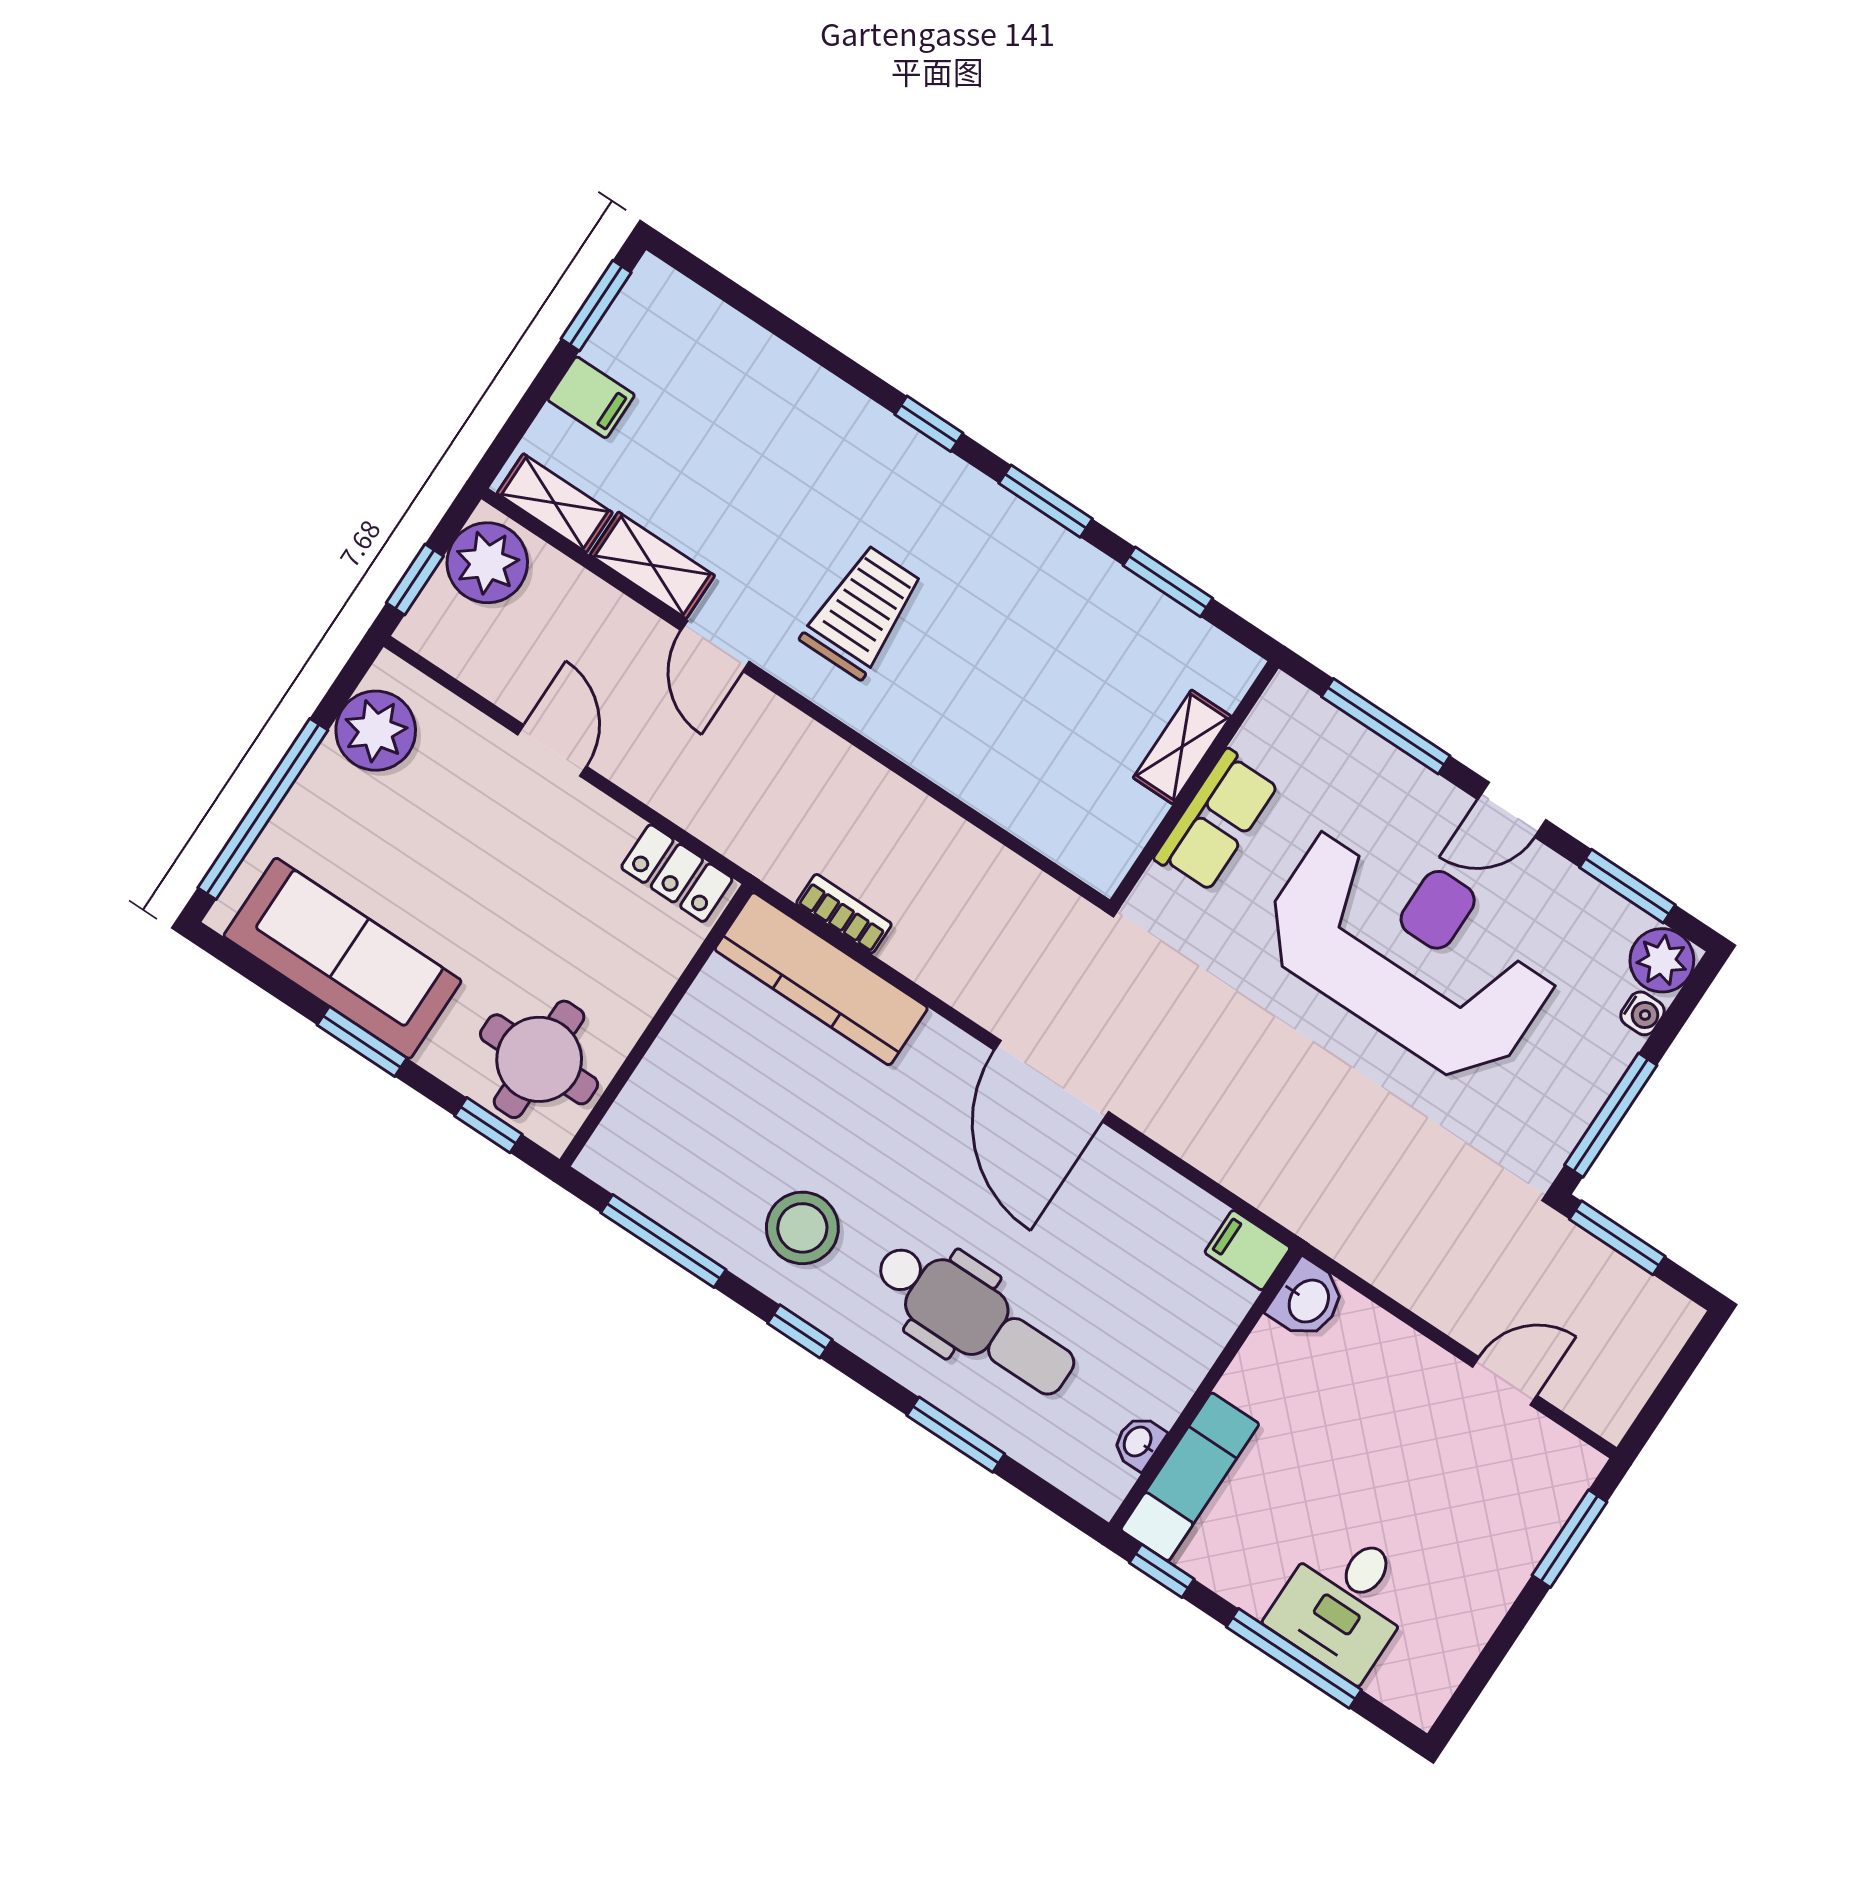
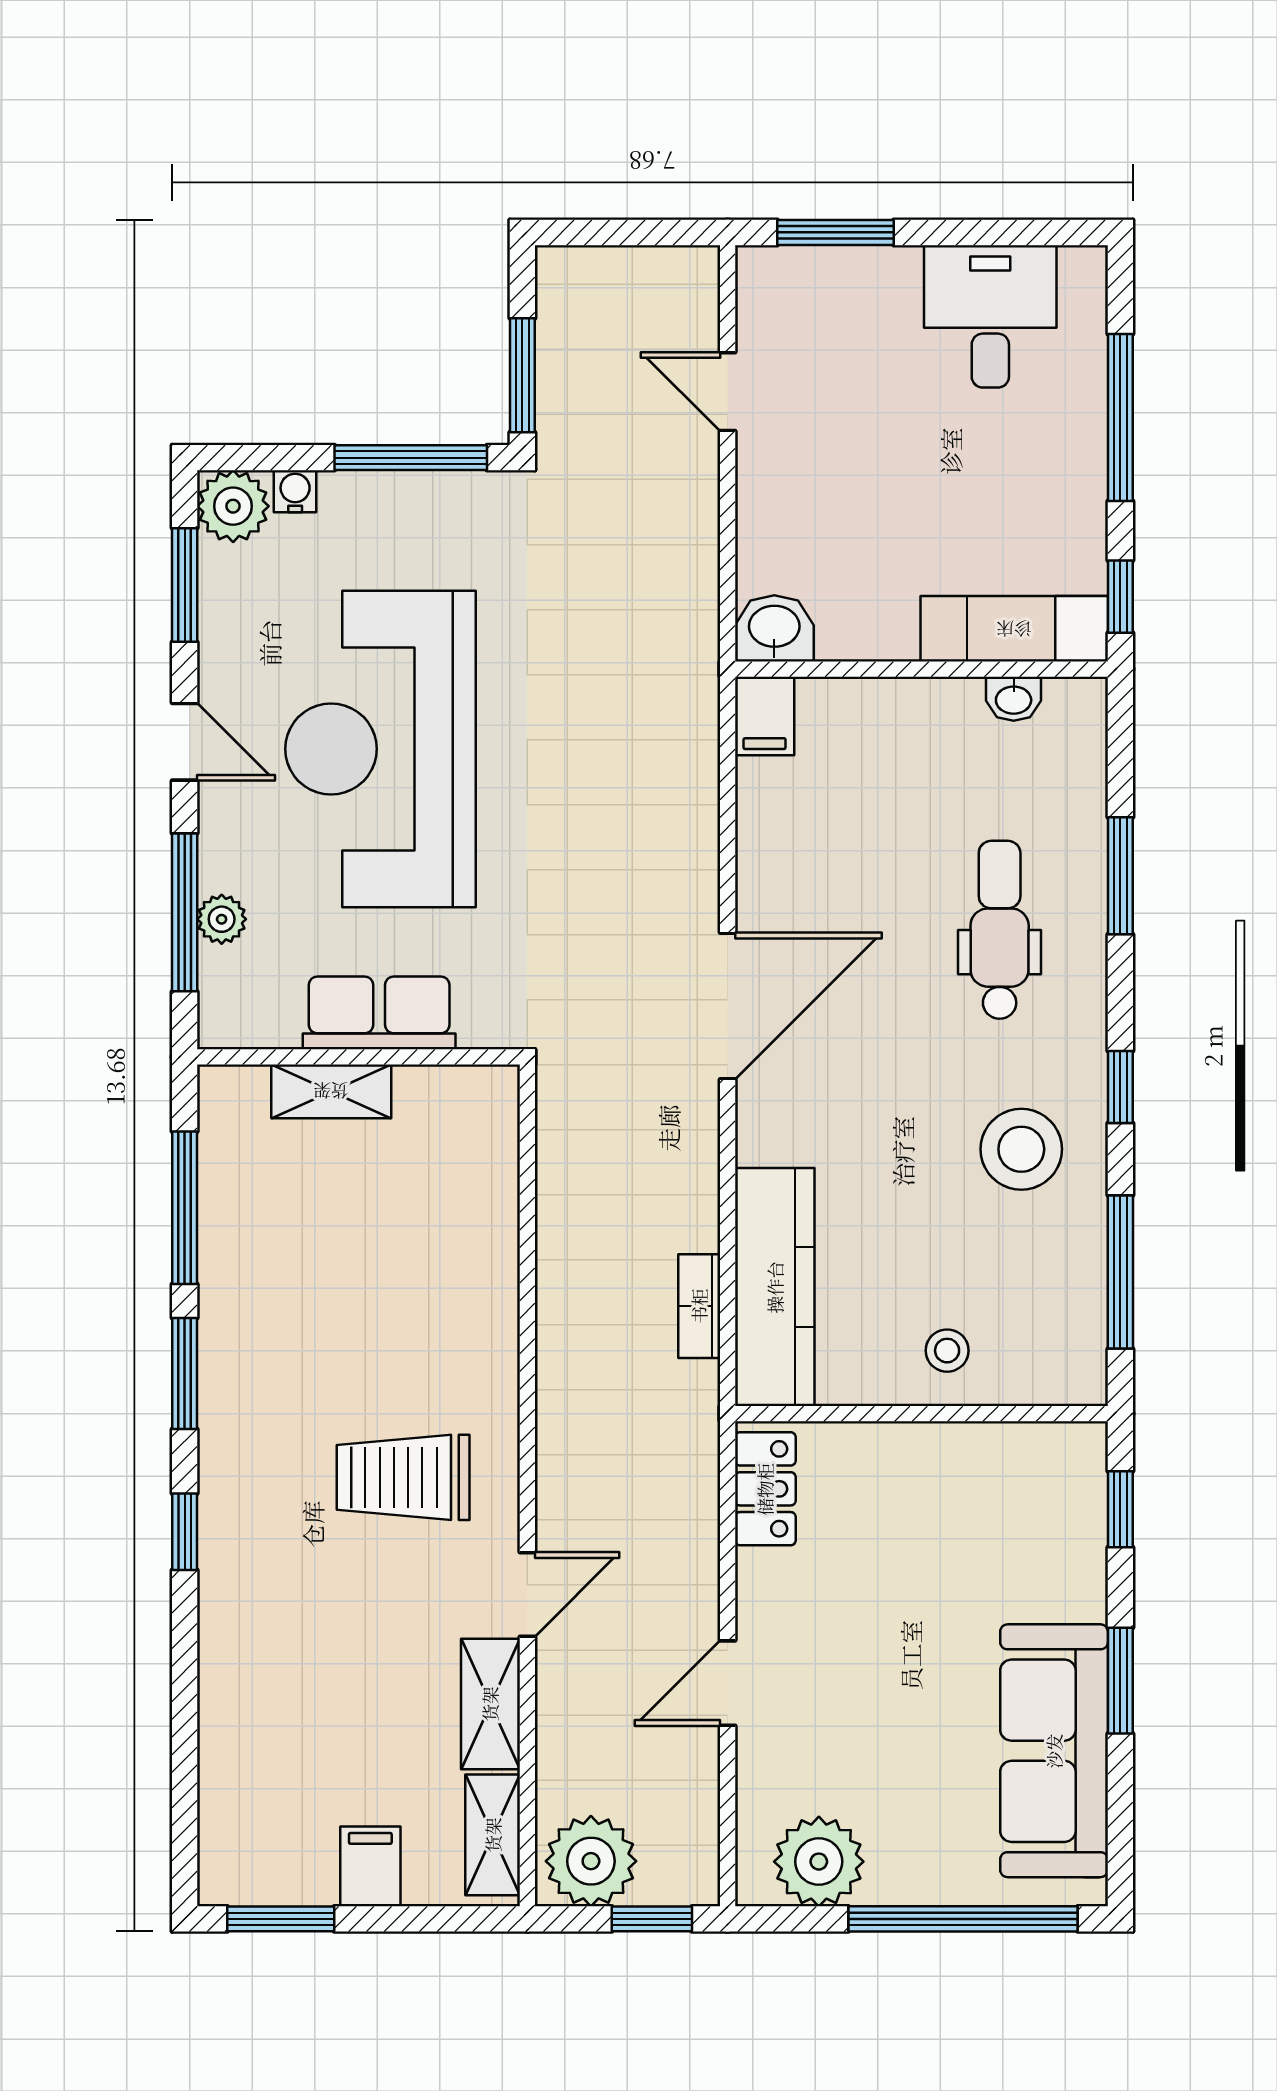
window: (1168, 582) -> (185, 1208), width x1.44
plant: (1363, 750) -> (222, 919), added
round table: (539, 1059) -> (1027, 1503), removed
stool: (690, 1075) -> (947, 1351), added
dental chair: (975, 1319) -> (1000, 930), width x0.73, depth x0.72
desk: (1344, 1603) -> (990, 316), moved, turned -90

